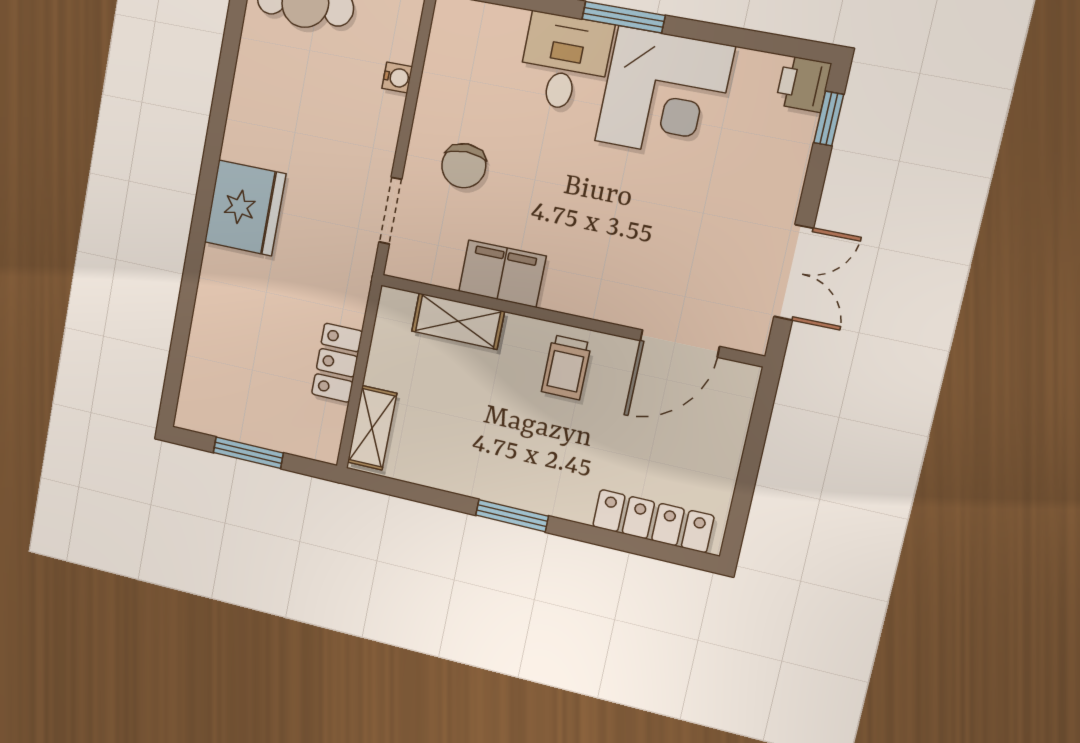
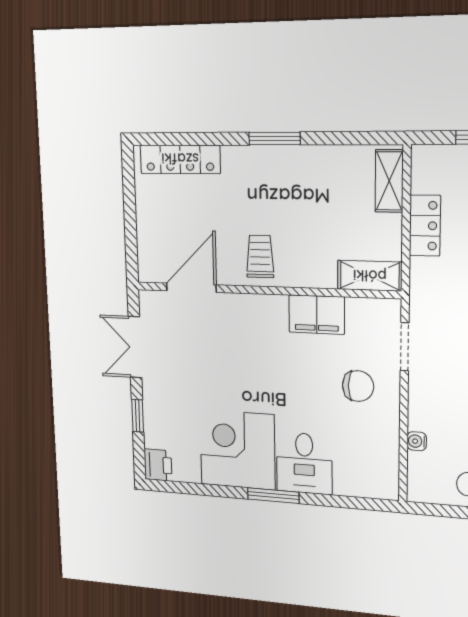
window: (829, 119) -> (138, 416), moved
chair: (464, 166) -> (358, 386), turned 90
shelving: (458, 321) -> (370, 276), moved

